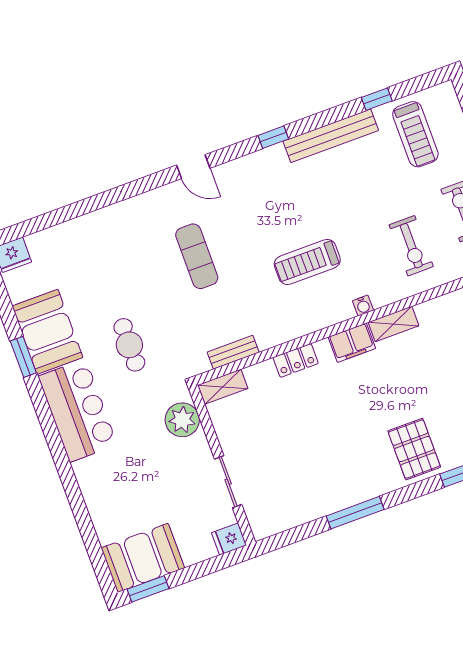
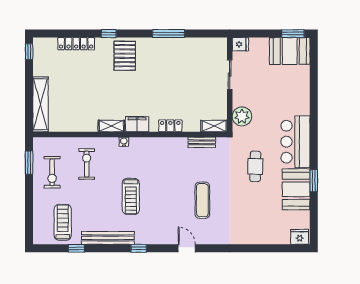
treadmill: (307, 262) -> (131, 196), moved, turned 90

